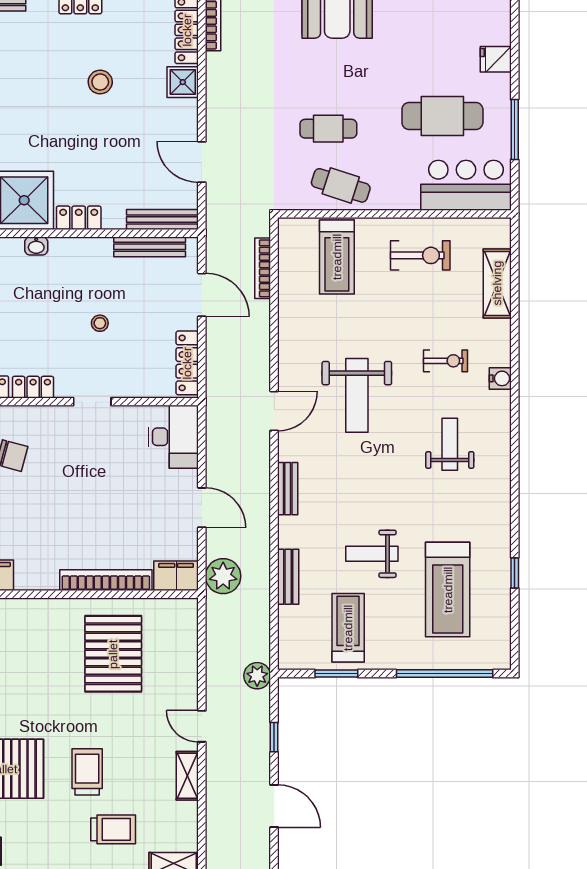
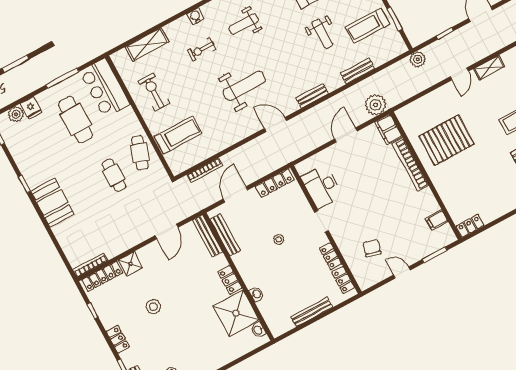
plant: (498, 31) -> (16, 114), added
exercise bike: (446, 361) -> (202, 50), turned -90
desk: (173, 437) -> (322, 186), moved, turned -90

